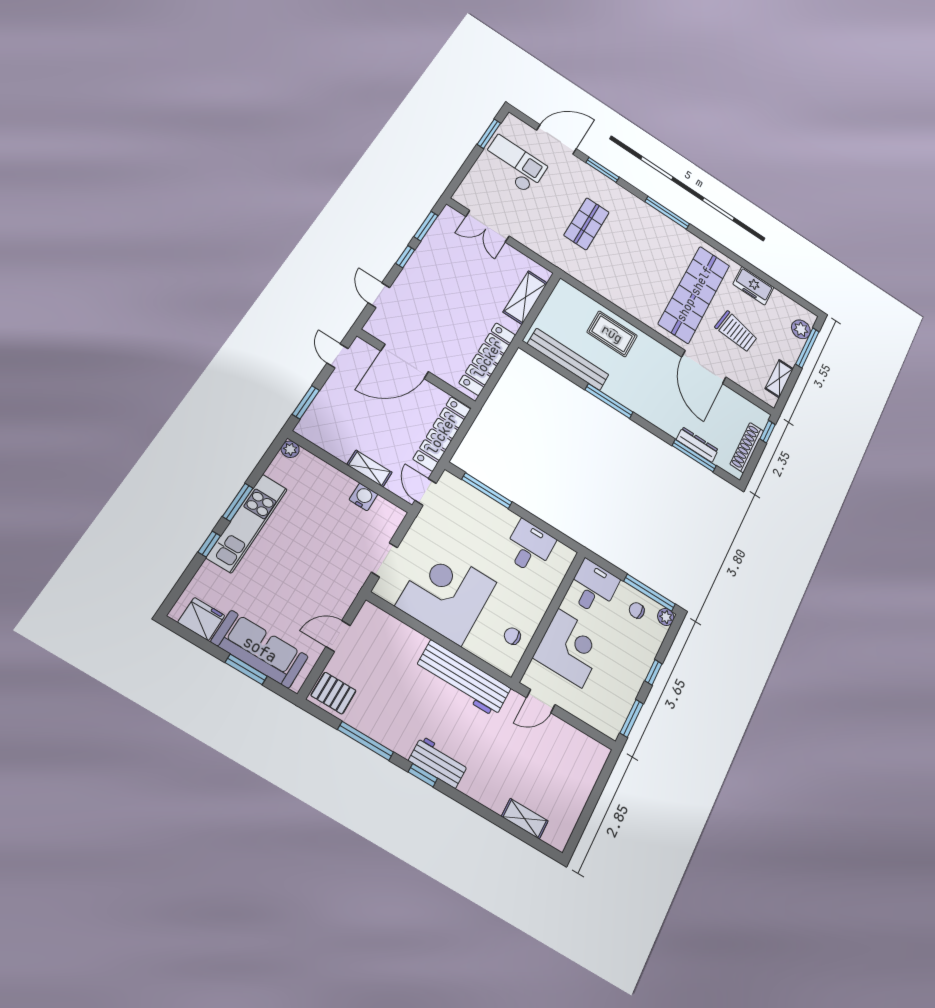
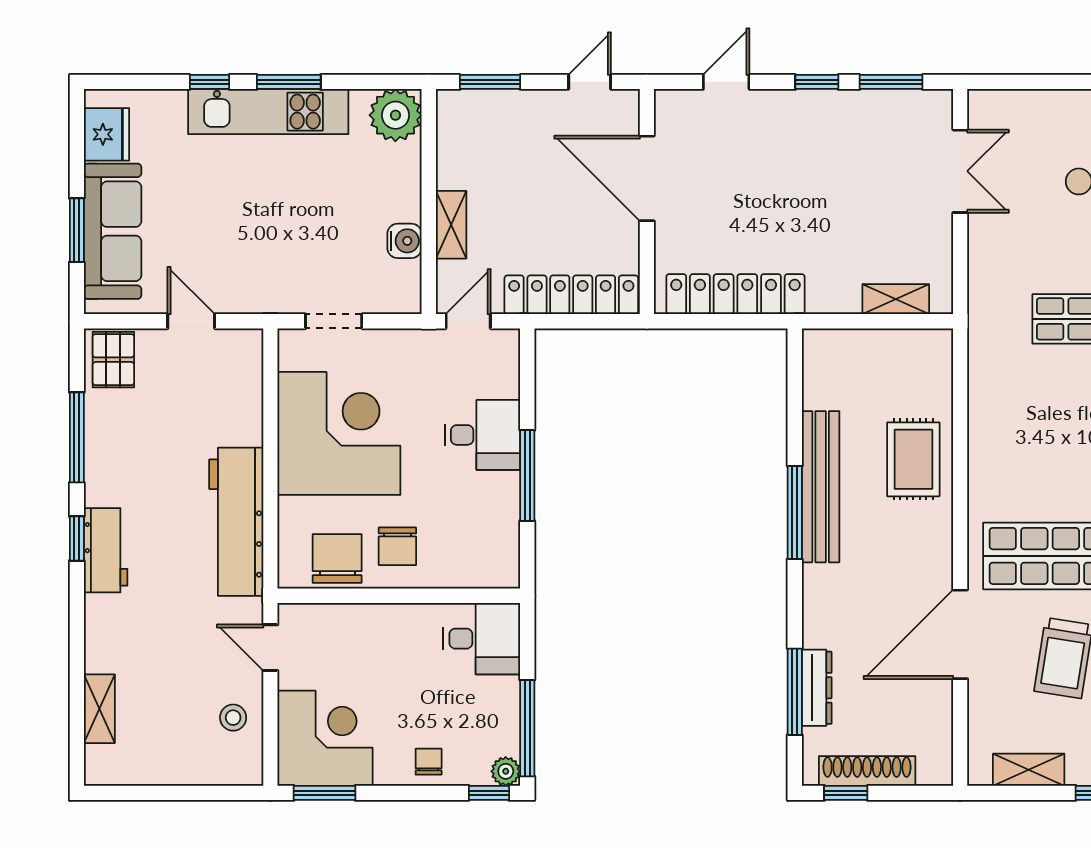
double door: (487, 226) -> (960, 171), swing flipped
shelving: (525, 297) -> (896, 299), width x0.67, depth x0.75
bench: (568, 359) -> (821, 487), moved
window: (768, 432) -> (846, 793), moved
plant: (290, 449) -> (395, 115), width x1.87, depth x1.87
window: (487, 491) -> (527, 475), moved
desk: (529, 547) -> (482, 435), moved
chair: (523, 601) -> (397, 546), added
chair: (637, 610) -> (429, 762), moved
chair: (512, 636) -> (337, 559), width x1.87, depth x1.87
corner desk: (570, 648) -> (325, 738), moved, turned -90
window: (653, 672) -> (489, 793), moved
stool: (568, 744) -> (233, 718), added

